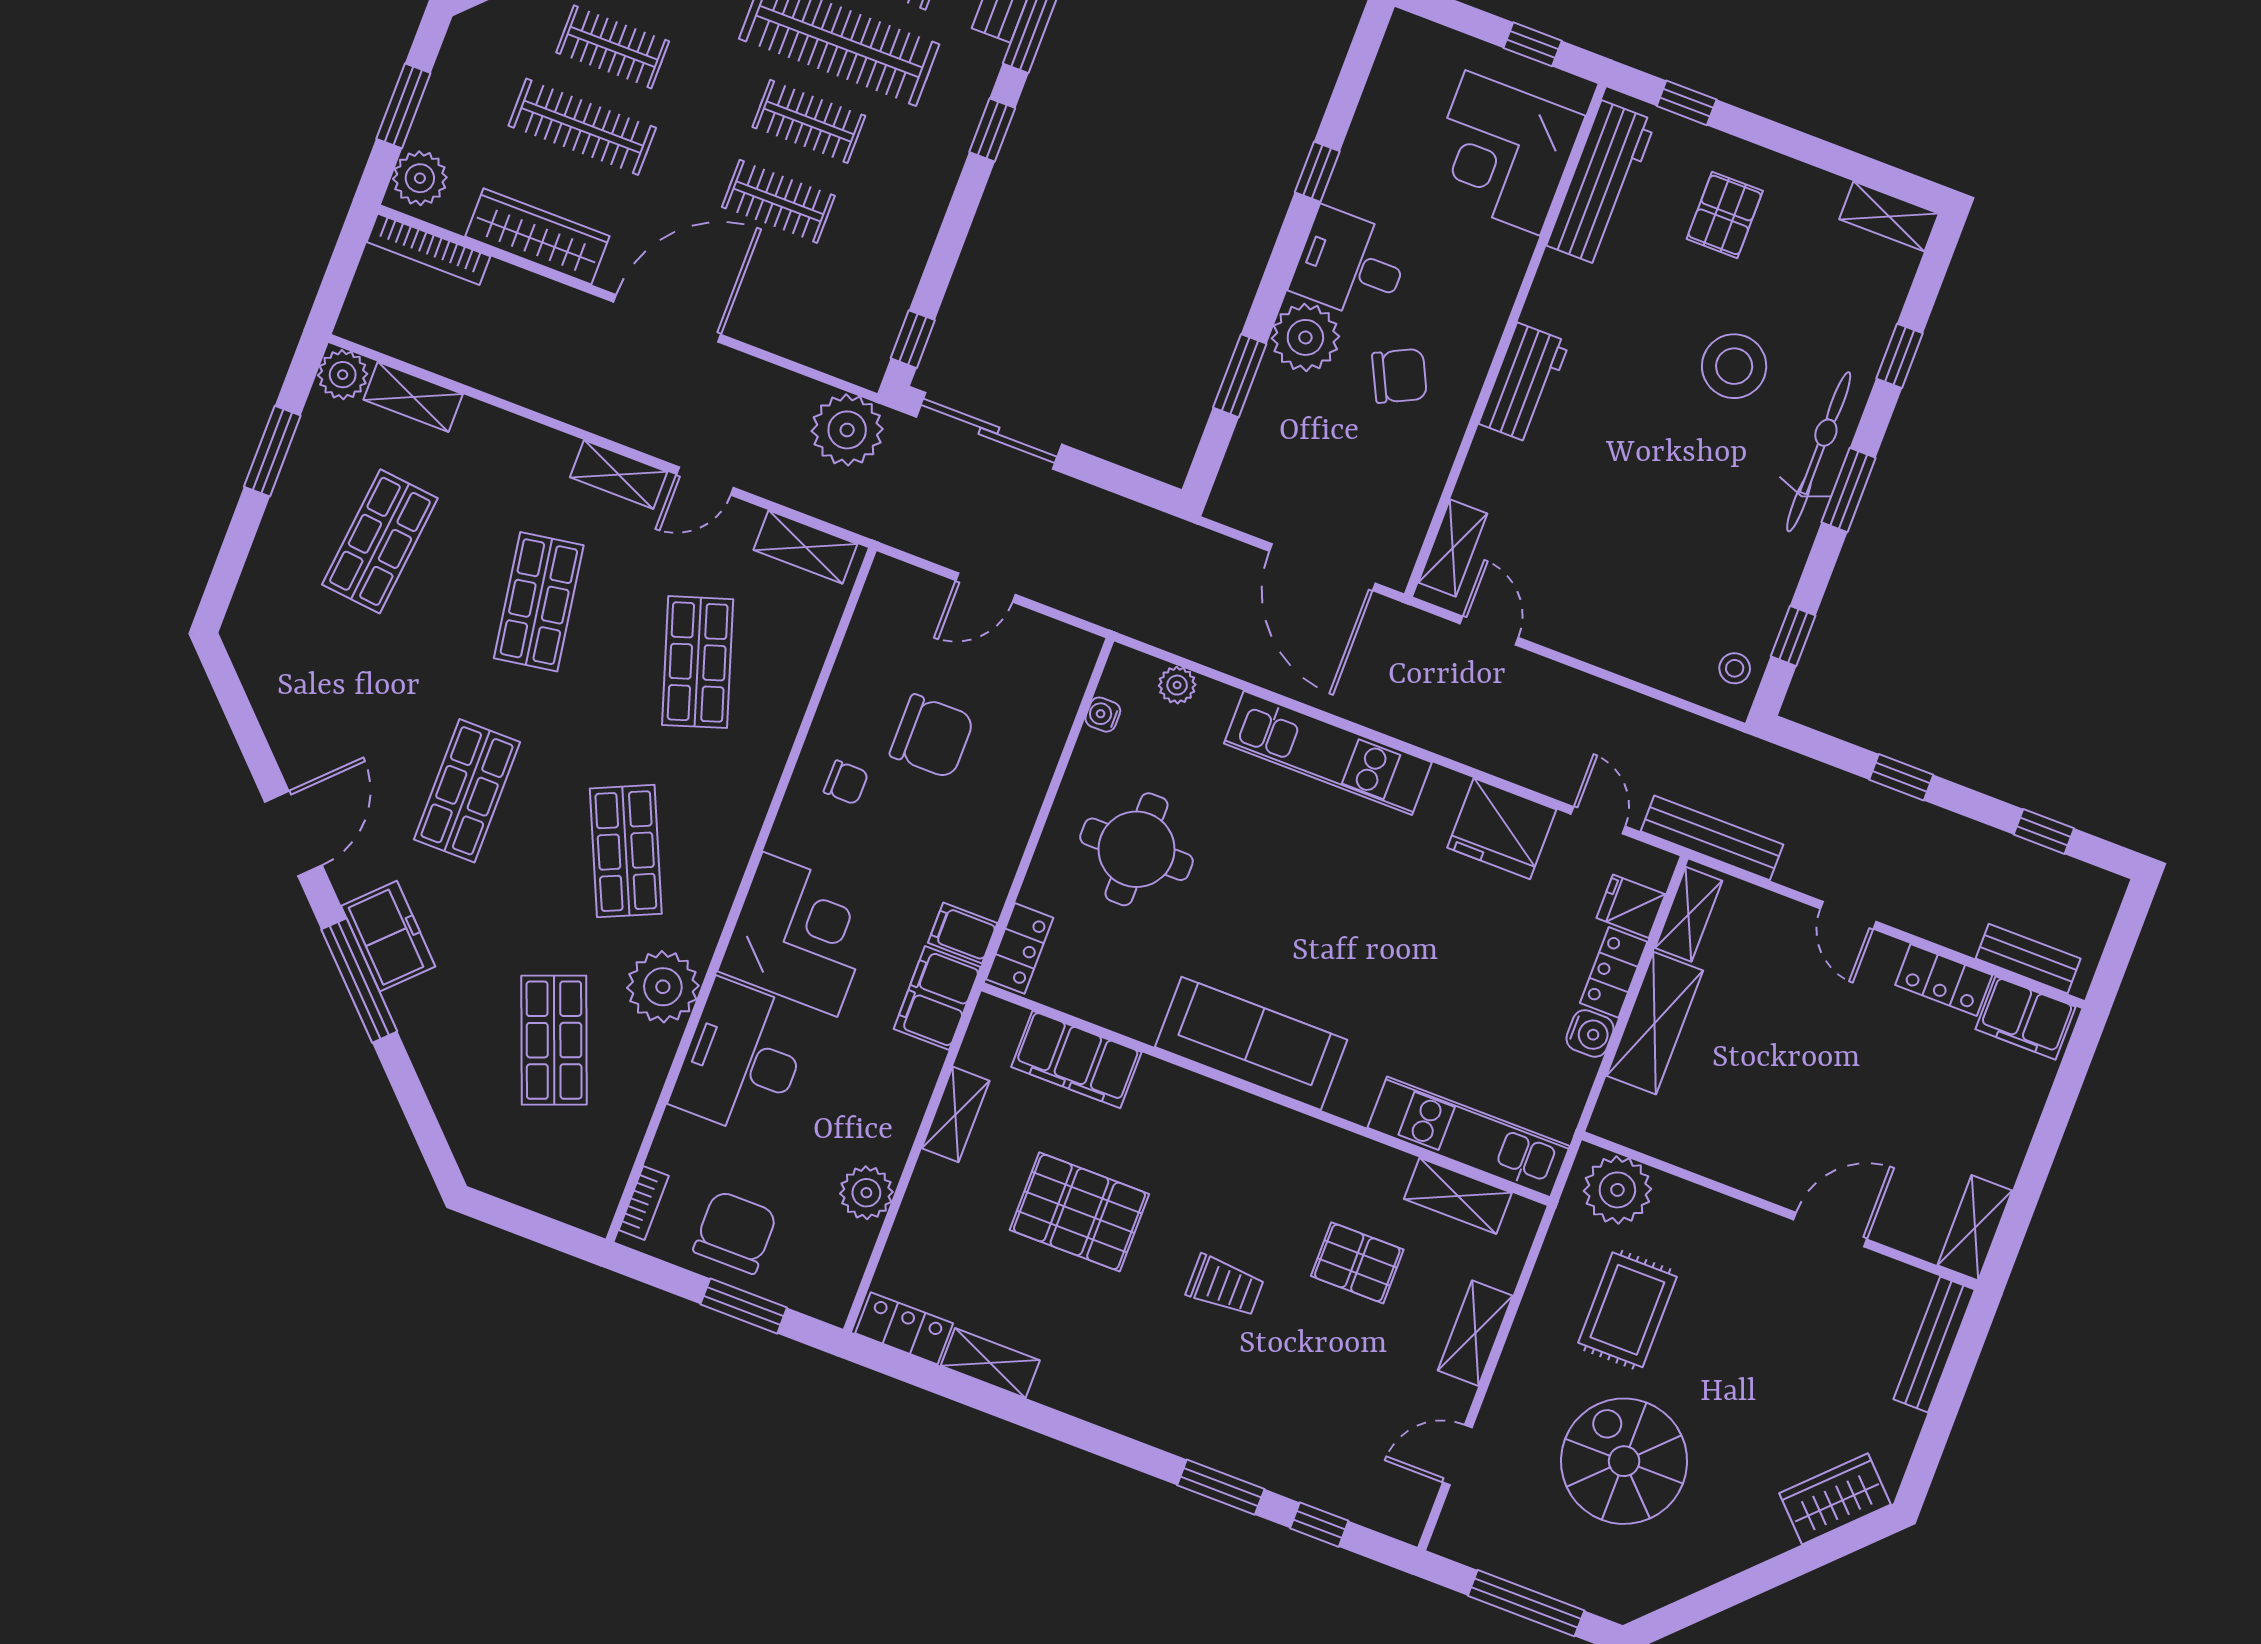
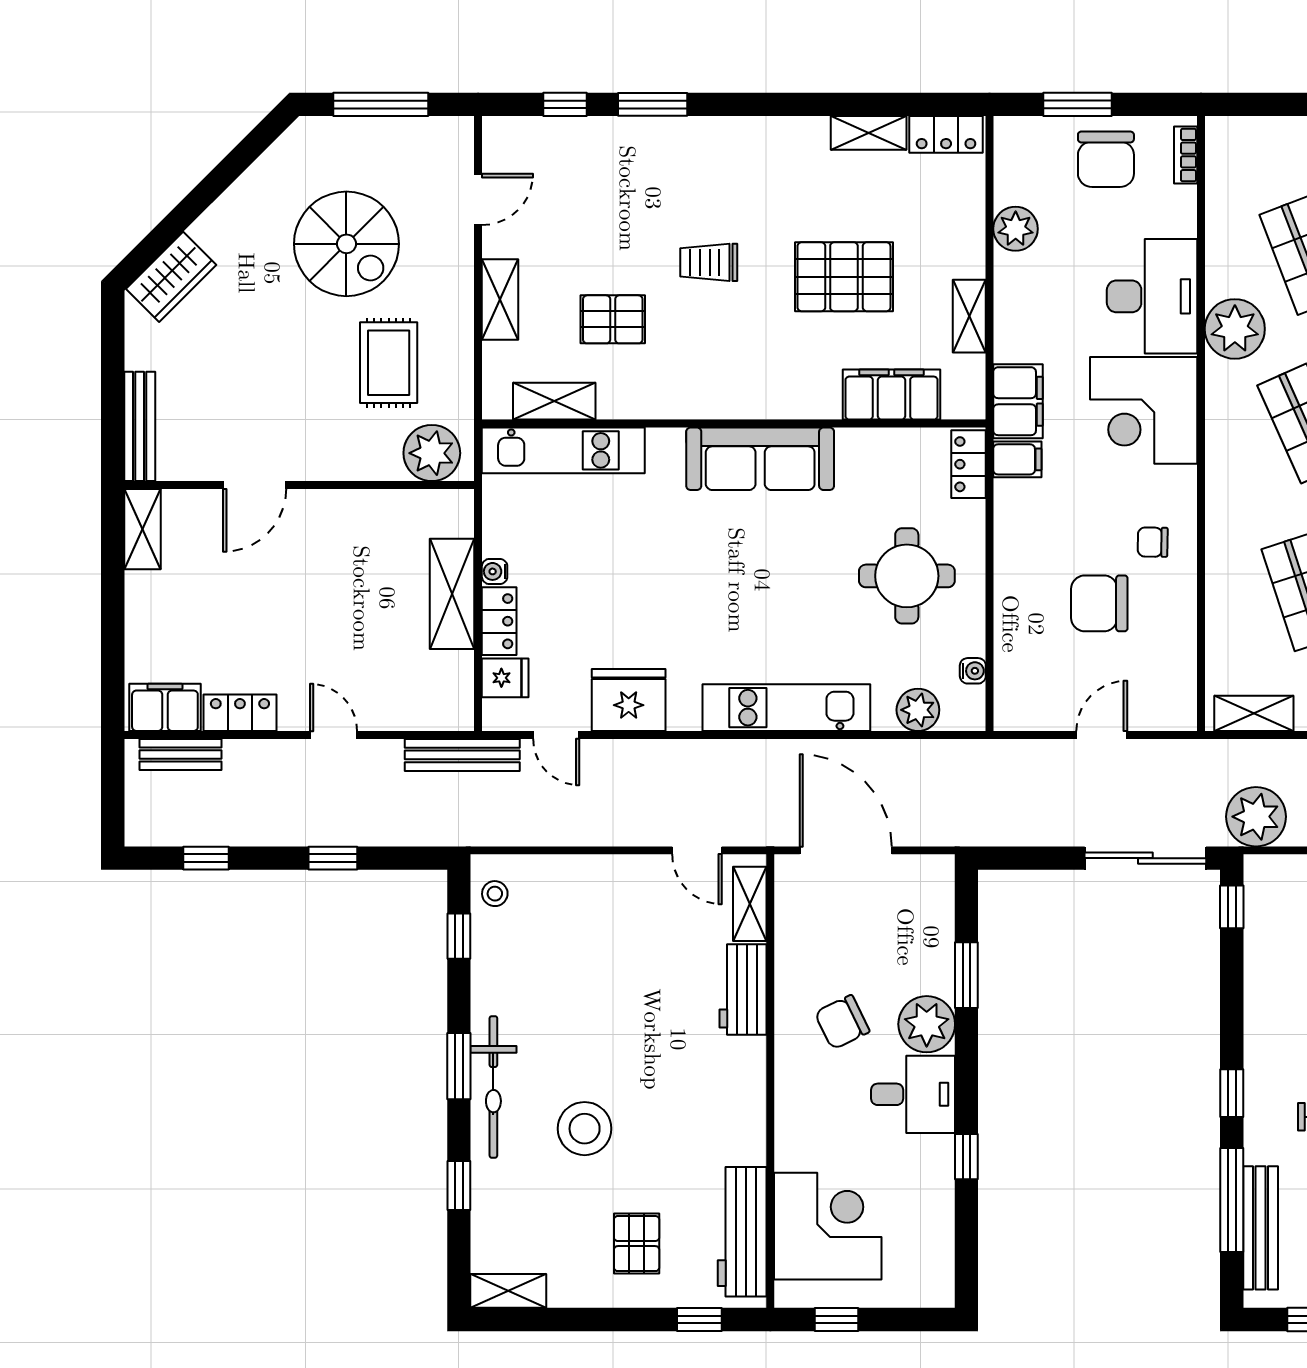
workbench: (1524, 383) -> (743, 989), moved
plant: (1177, 685) -> (918, 710), width x1.38, depth x1.38
shelving: (1689, 914) -> (458, 689), removed
water cooler: (1590, 1033) -> (495, 571), width x0.72, depth x0.72

